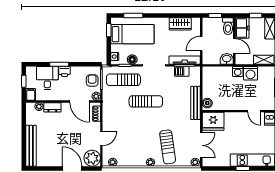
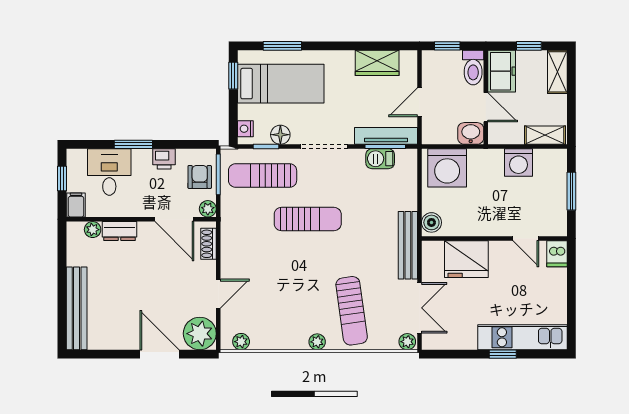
printer: (64, 71) -> (164, 159), moved
washing machine: (238, 71) -> (447, 168), moved, width x1.89, depth x1.89
bench: (196, 103) -> (408, 245), moved
fridge: (213, 121) -> (466, 259), moved

